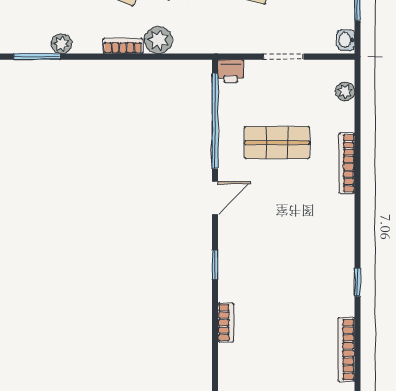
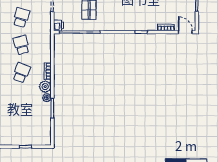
plant: (158, 40) -> (45, 87), moved
door: (215, 198) -> (185, 32), moved

